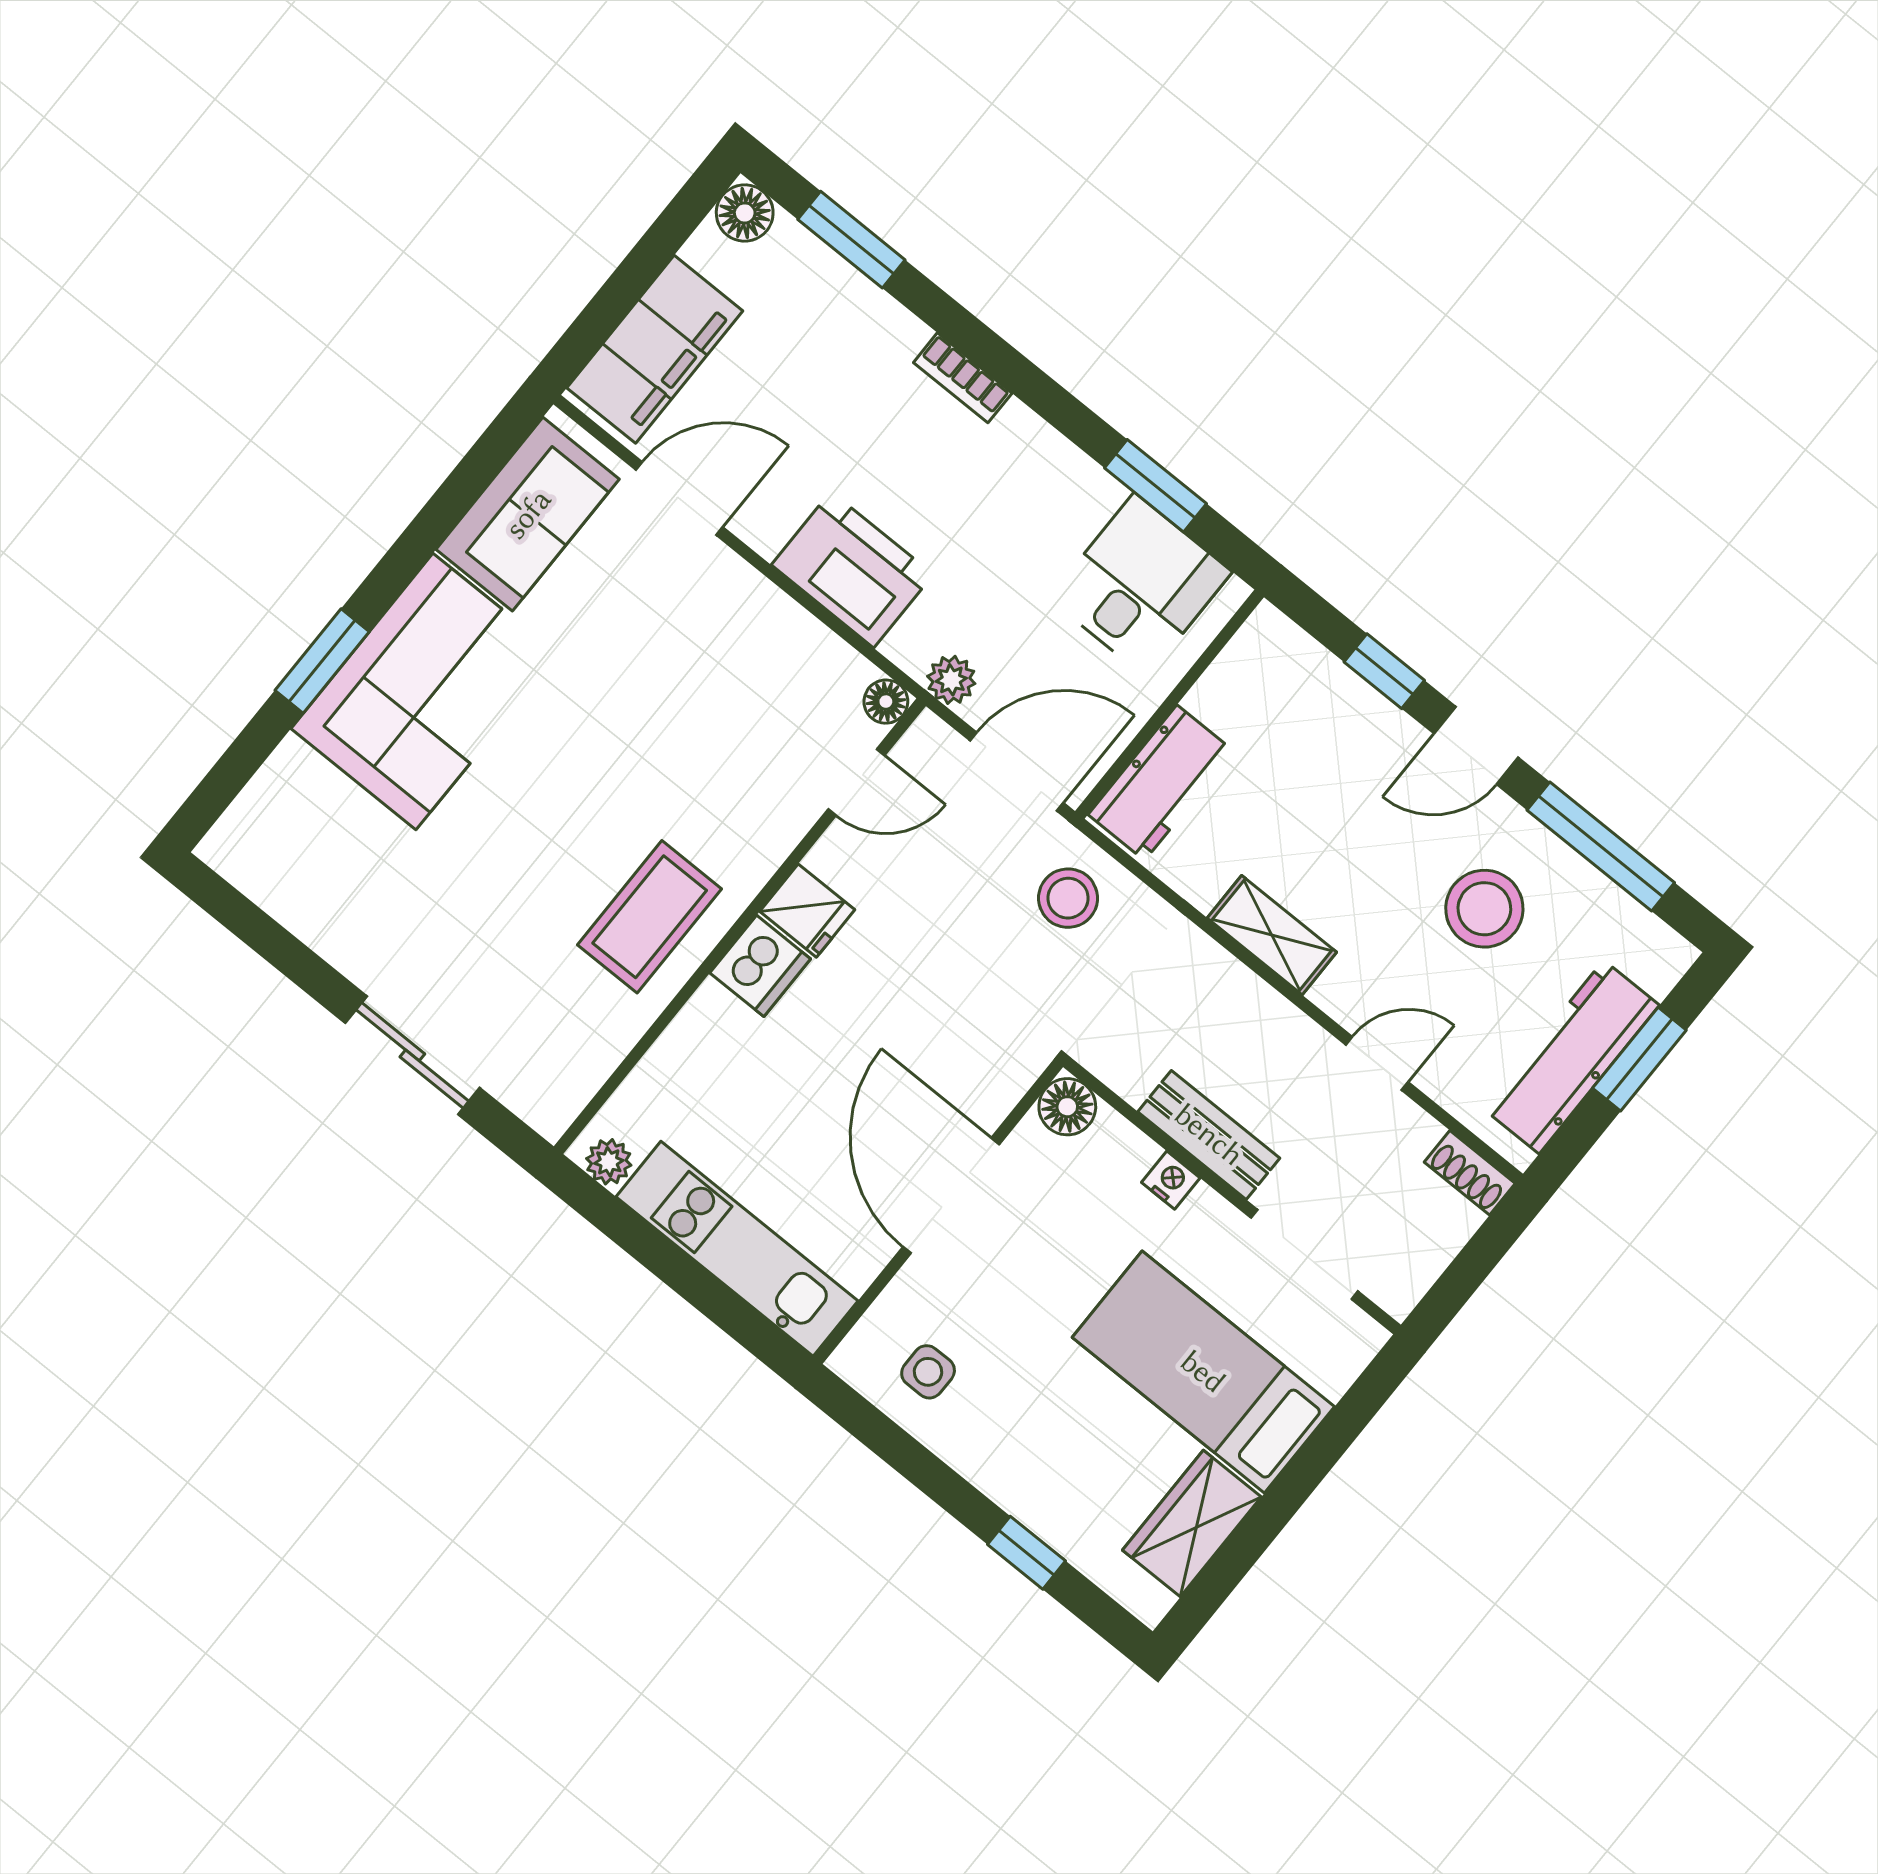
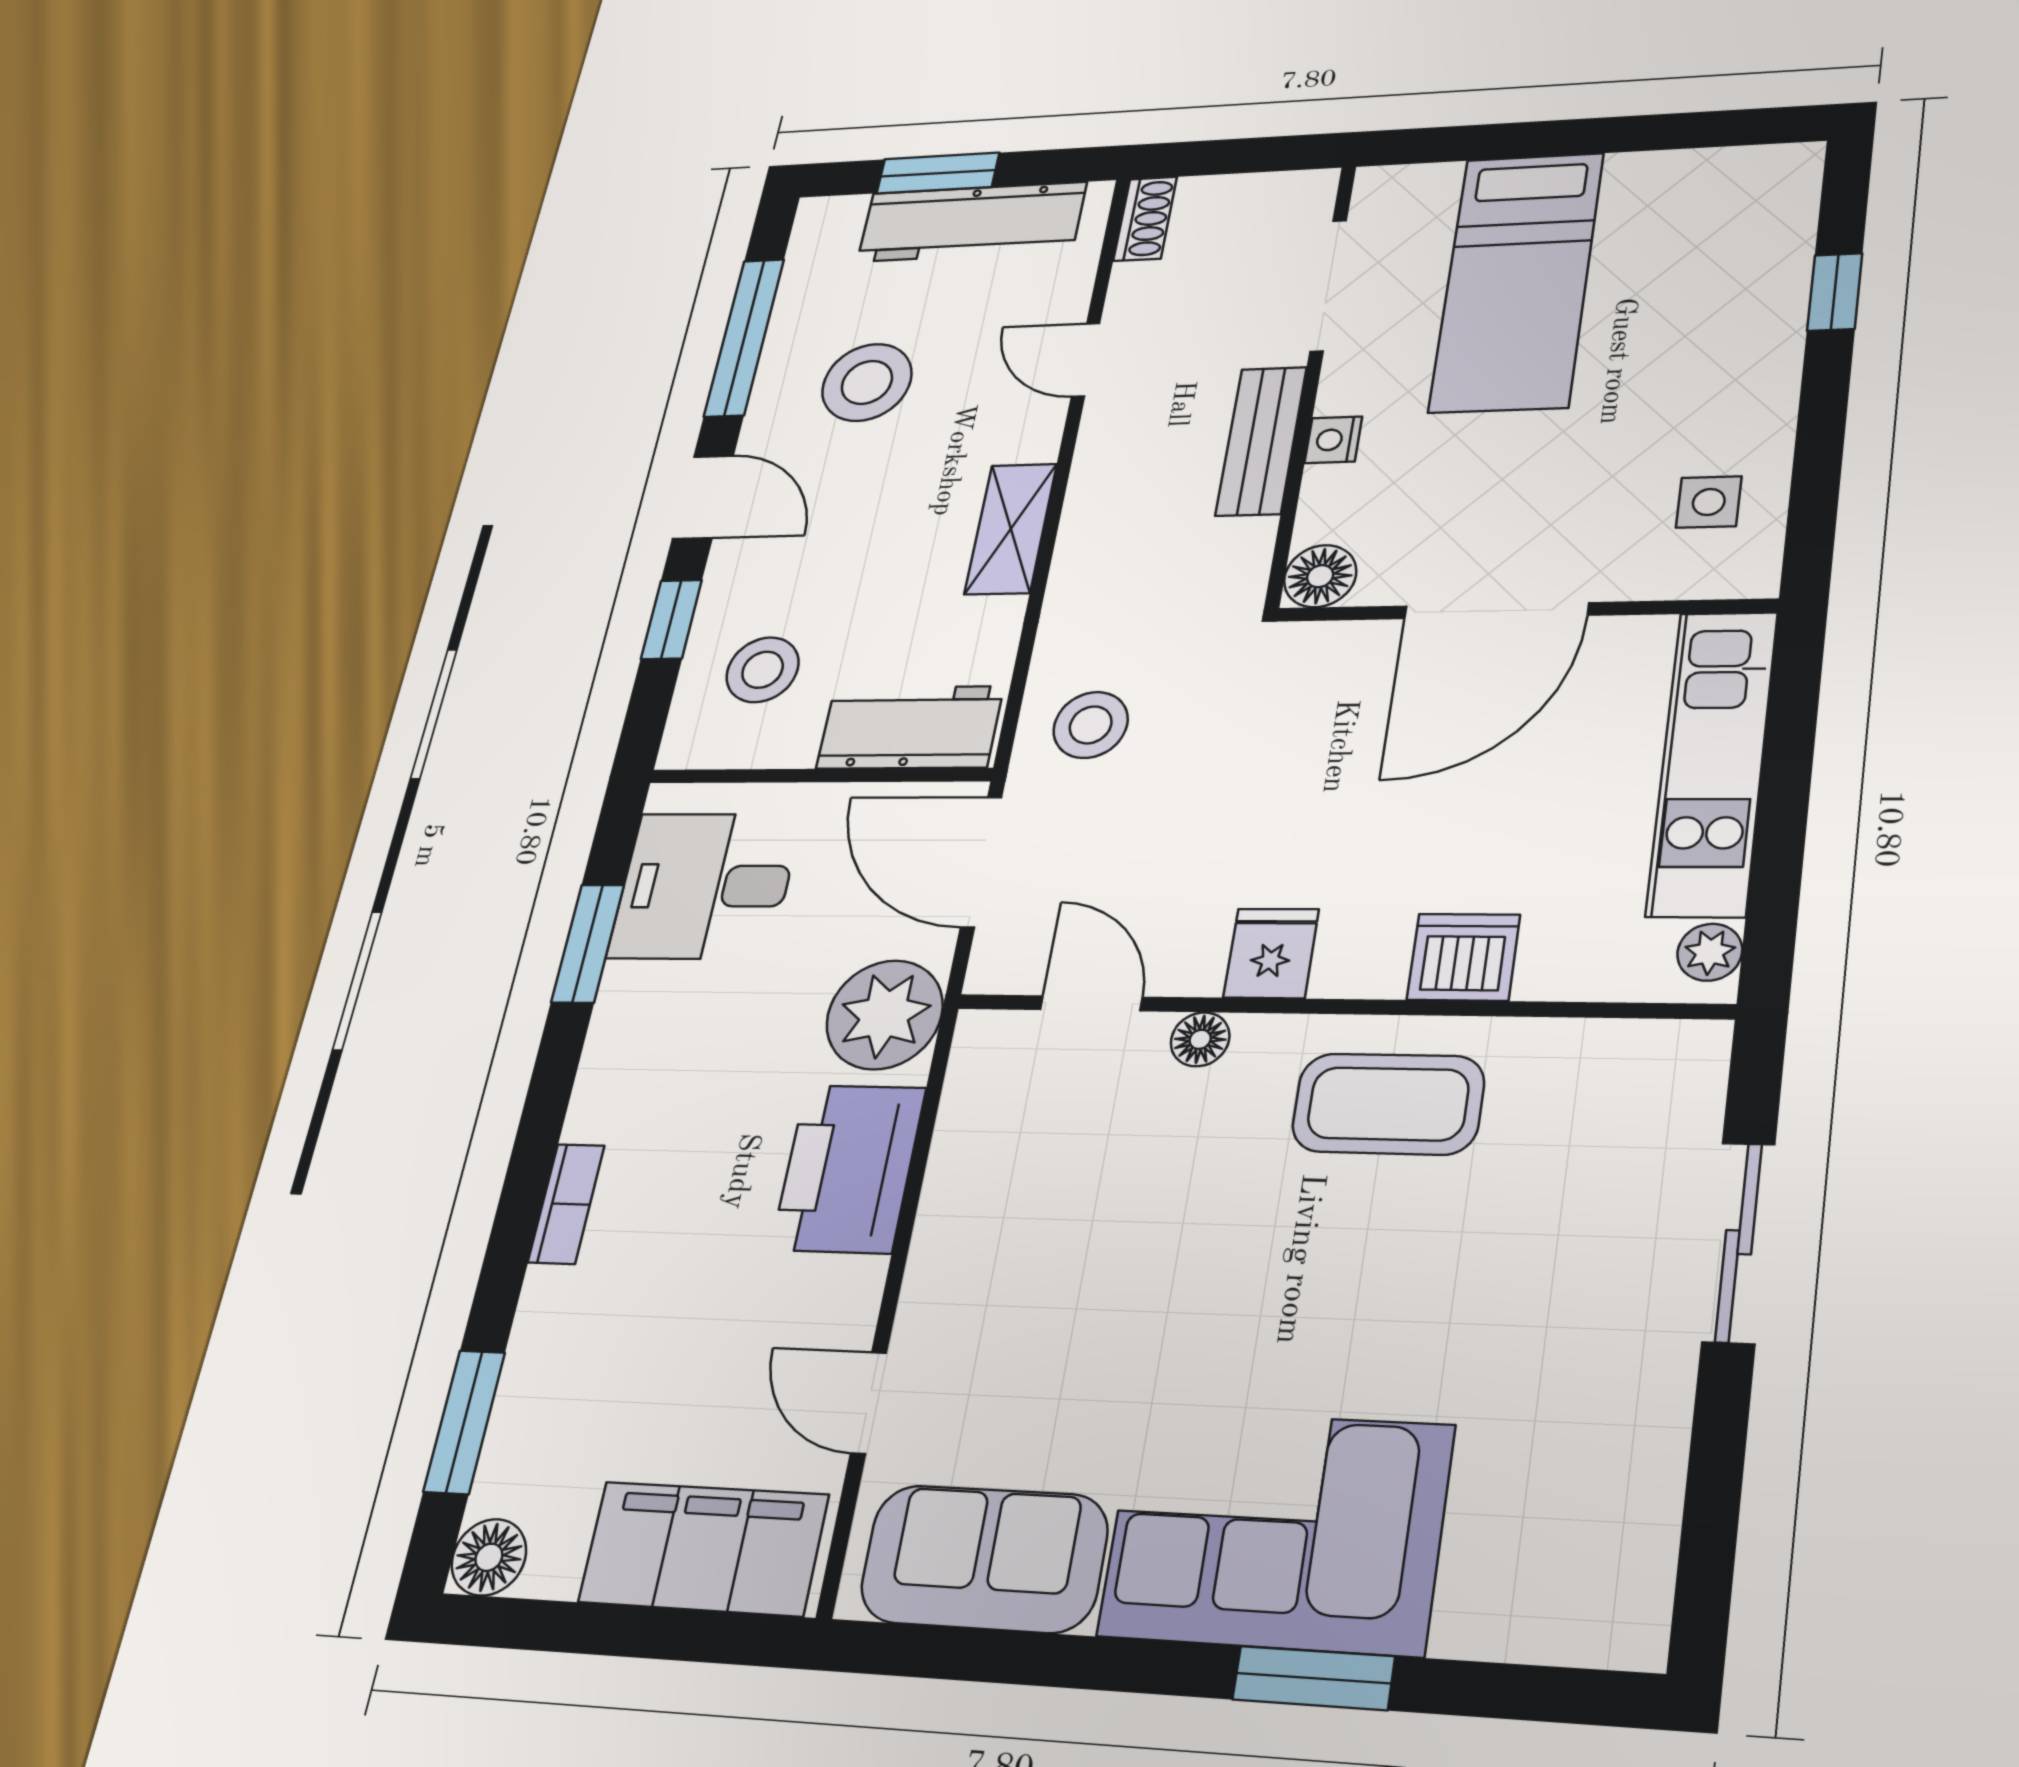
door: (679, 498) -> (869, 1403), width x0.73
plant: (951, 680) -> (885, 1015), width x1.88, depth x1.88
floor lamp: (886, 702) -> (1200, 1039), moved
stool: (1289, 711) -> (763, 670), added
dishwasher: (760, 966) -> (1463, 957), moved
wardrobe: (1192, 1524) -> (1685, 186), removed

